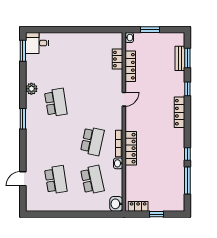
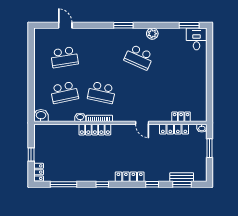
school desk: (56, 103) -> (139, 57), turned 33
window: (187, 154) -> (102, 184), moved
locker: (138, 206) -> (39, 172), moved

